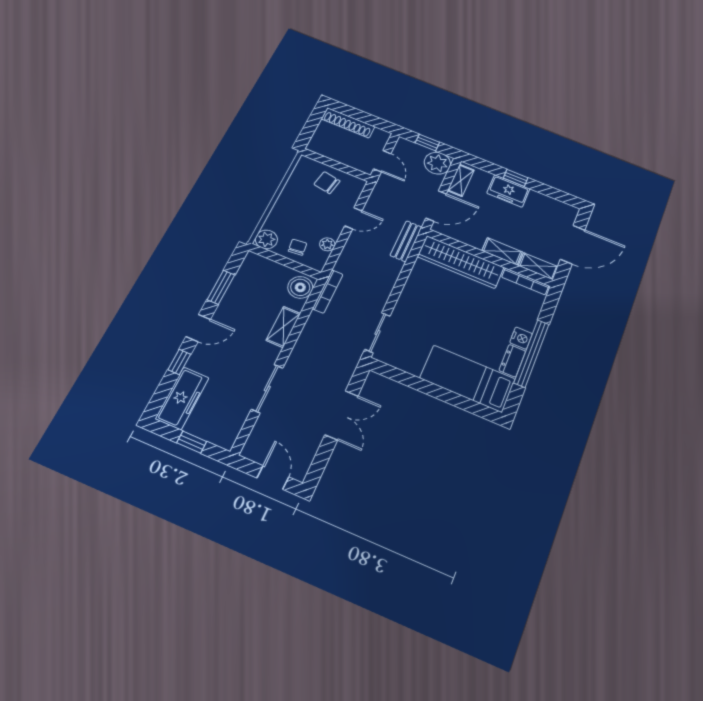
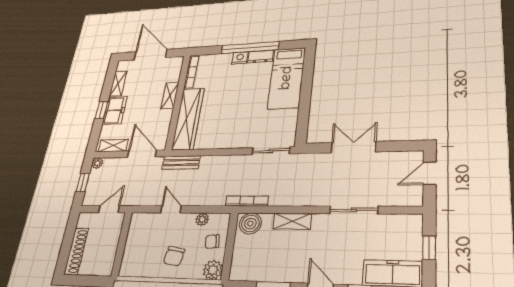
plant: (437, 163) -> (97, 163), width x0.53, depth x0.53
chair: (327, 183) -> (174, 256), moved
shelving: (538, 266) -> (118, 84), moved

